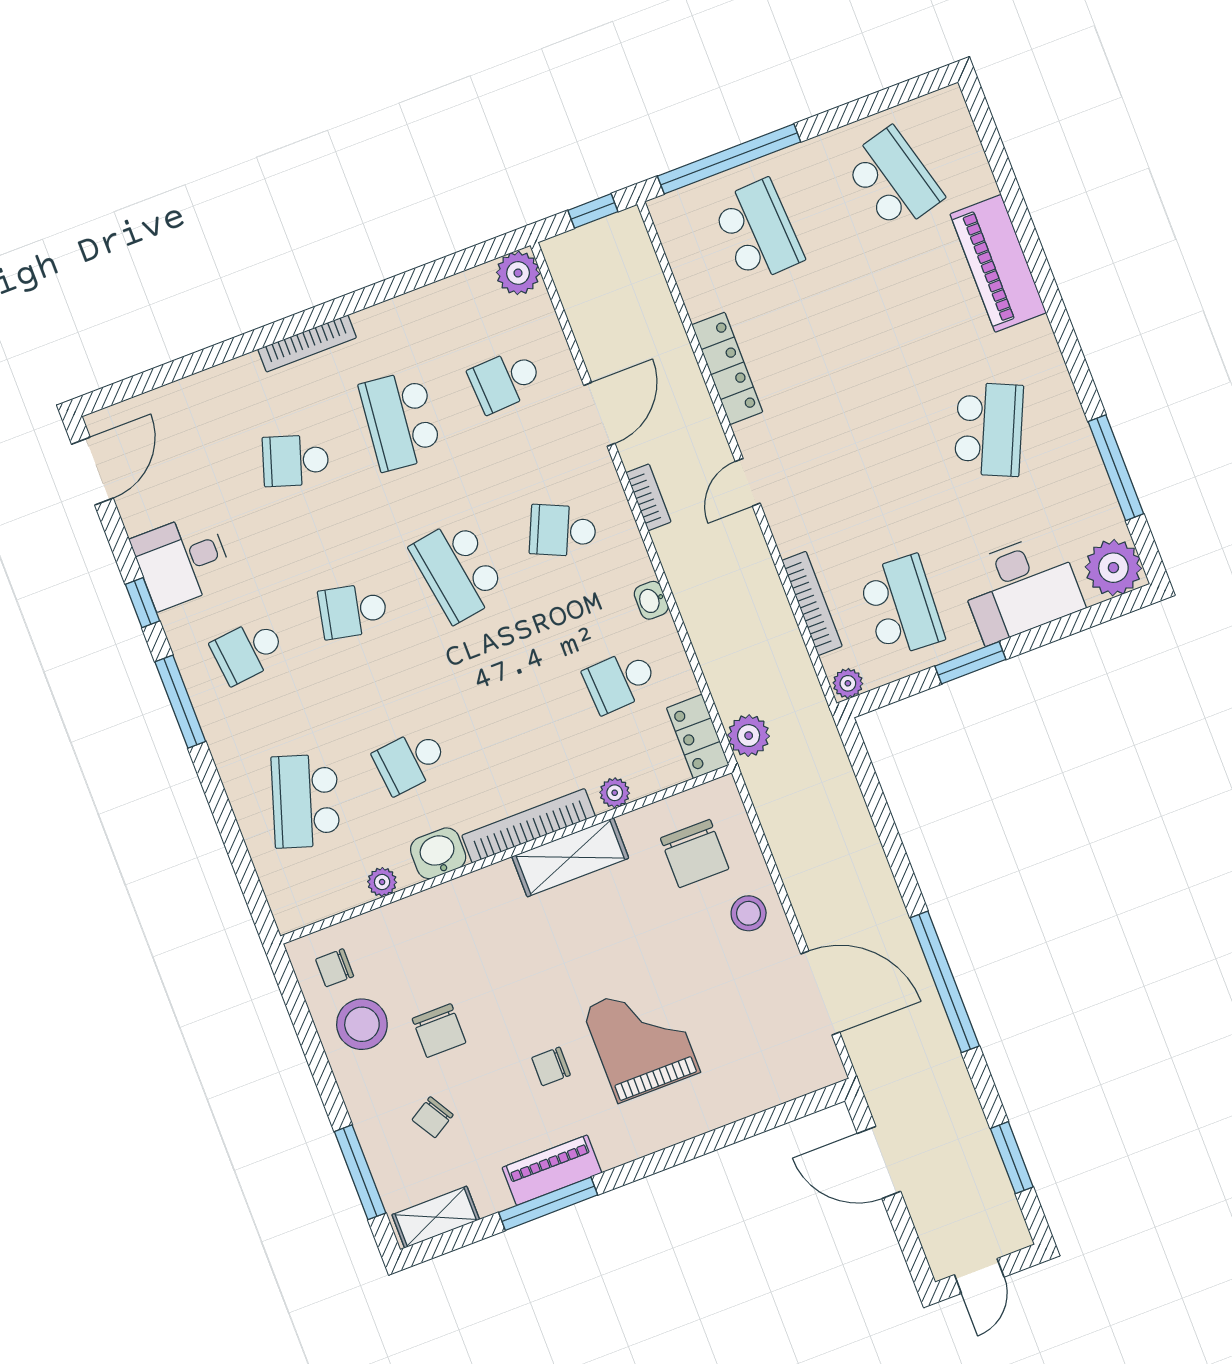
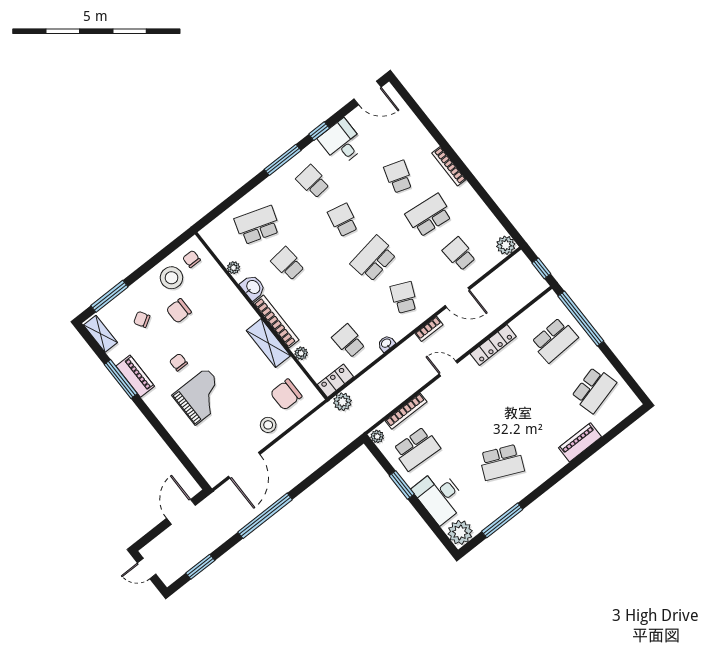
piano: (998, 263) -> (580, 442), width x0.73, depth x0.75

